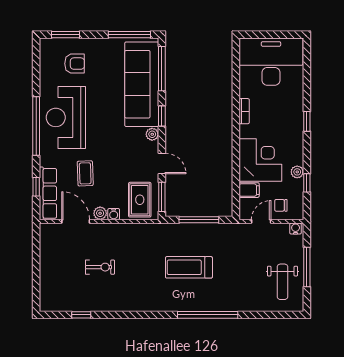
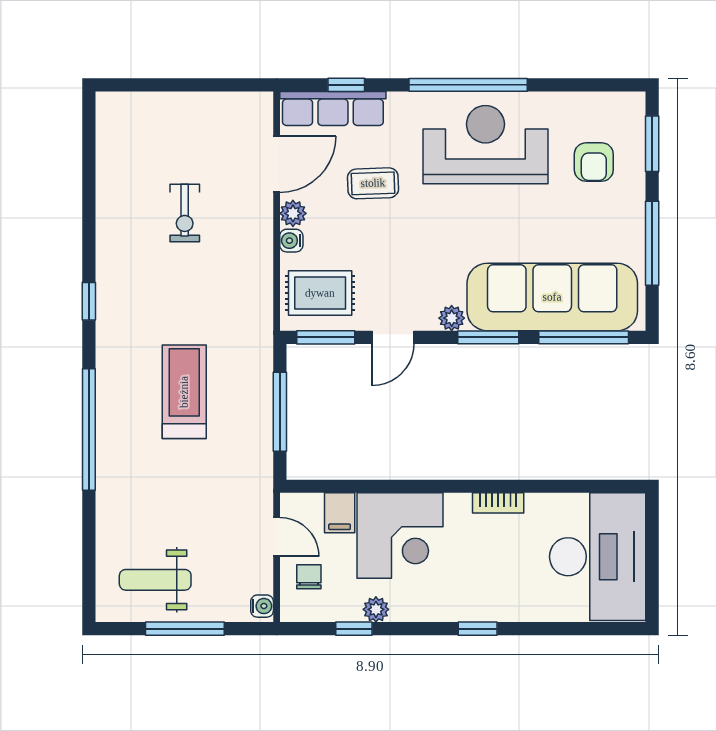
window: (129, 35) -> (652, 243), moved
window: (162, 116) -> (488, 337), width x1.50
window: (81, 315) -> (89, 301), moved

